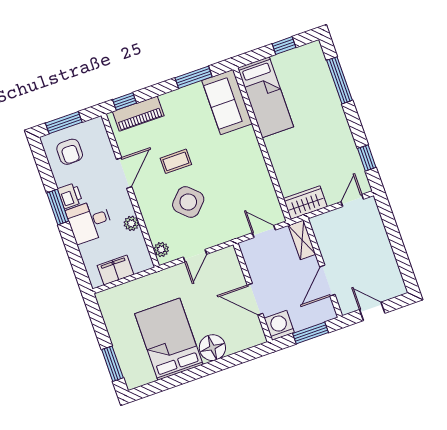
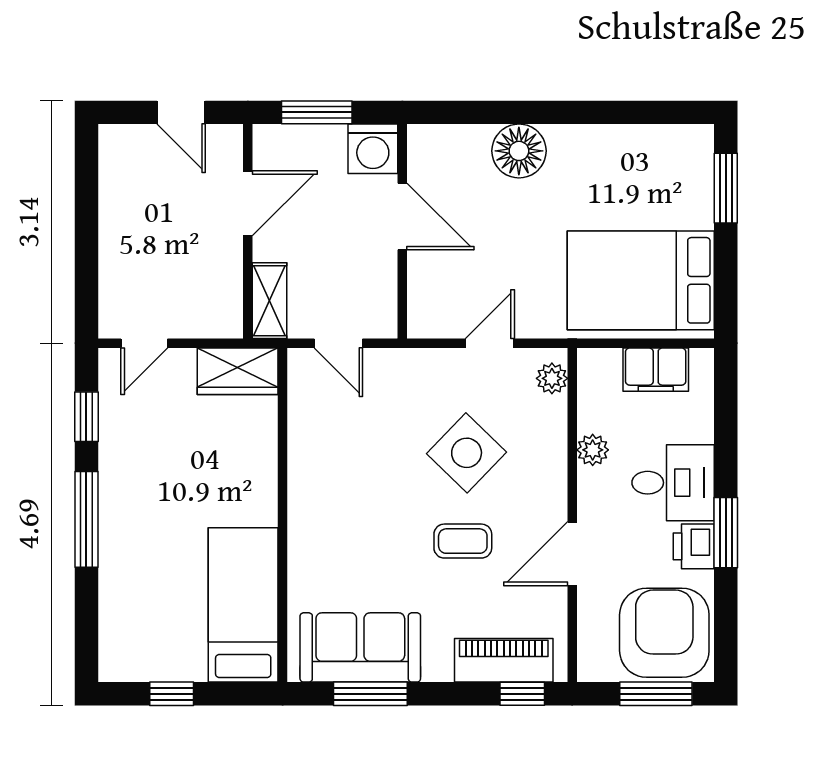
window: (340, 80) -> (86, 519), moved
sofa: (227, 102) -> (360, 647), moved, turned -90
armchair: (70, 152) -> (664, 633), width x1.88, depth x1.88
bed: (169, 339) -> (641, 280), moved, turned 90

